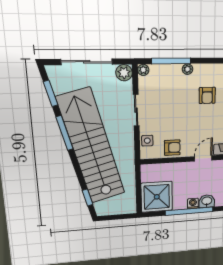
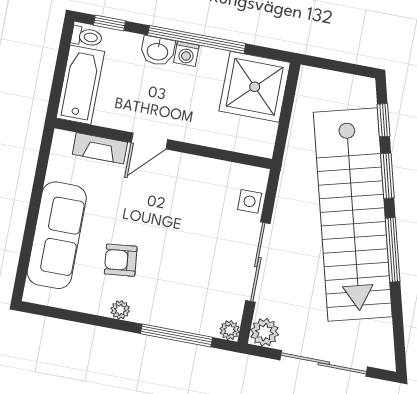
plant: (188, 69) -> (120, 310), moved
window: (50, 93) -> (387, 176), moved
armchair: (207, 95) -> (121, 260), turned -96
sliding door: (136, 110) -> (258, 262), width x1.37
armchair: (172, 148) -> (205, 177), removed

